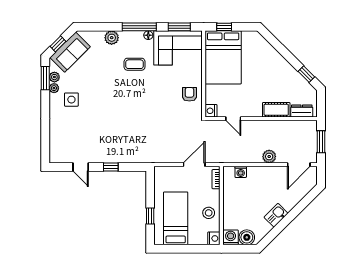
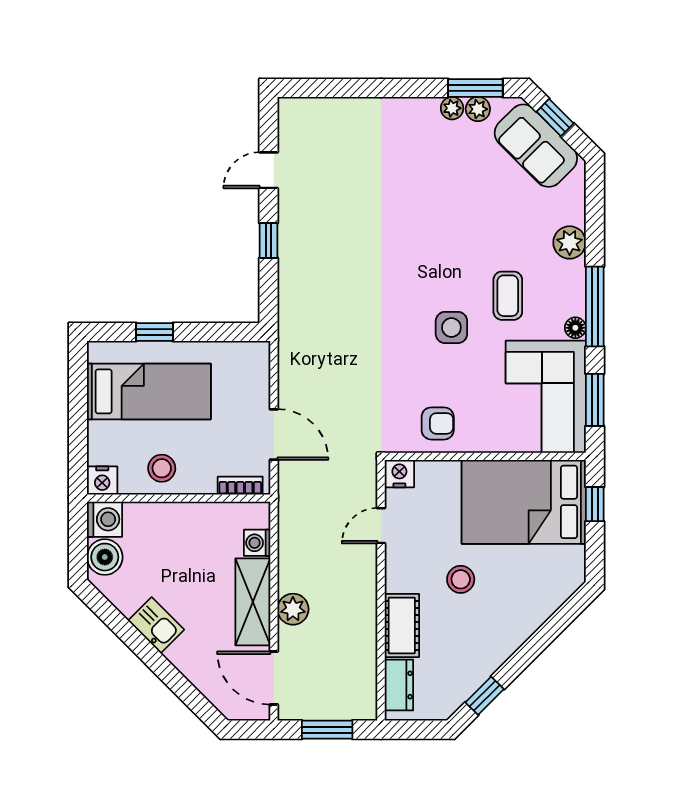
stool: (256, 84) -> (461, 579), added
side table: (71, 100) -> (451, 327), moved
shelving: (266, 174) -> (253, 602), added

